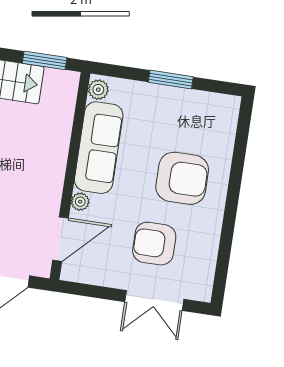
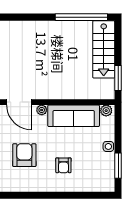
window: (171, 80) -> (118, 166), moved
side table: (161, 95) -> (108, 146), added
armchair: (182, 178) -> (63, 165), width x0.53, depth x0.53

